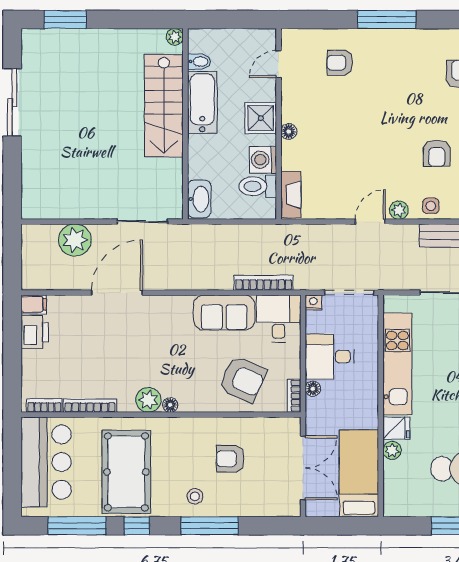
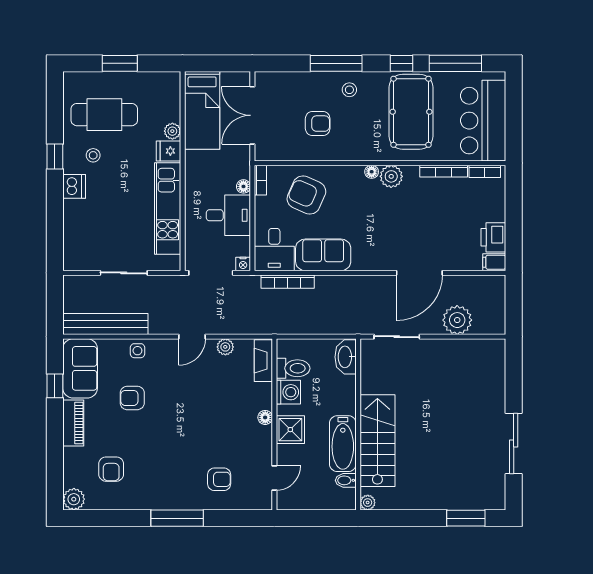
armchair: (437, 153) -> (132, 398), turned -90
plant: (399, 210) -> (225, 347), moved

